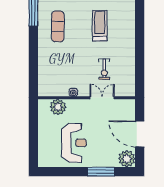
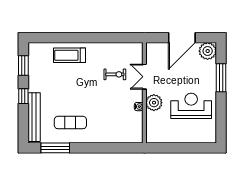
treadmill: (100, 26) -> (70, 55), moved
plant: (58, 107) -> (154, 103), moved

